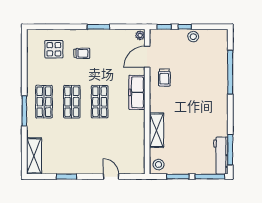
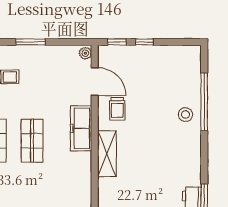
stool: (193, 37) -> (185, 115), moved
door: (147, 57) -> (95, 82), swing flipped
shelving: (157, 130) -> (107, 154), moved

